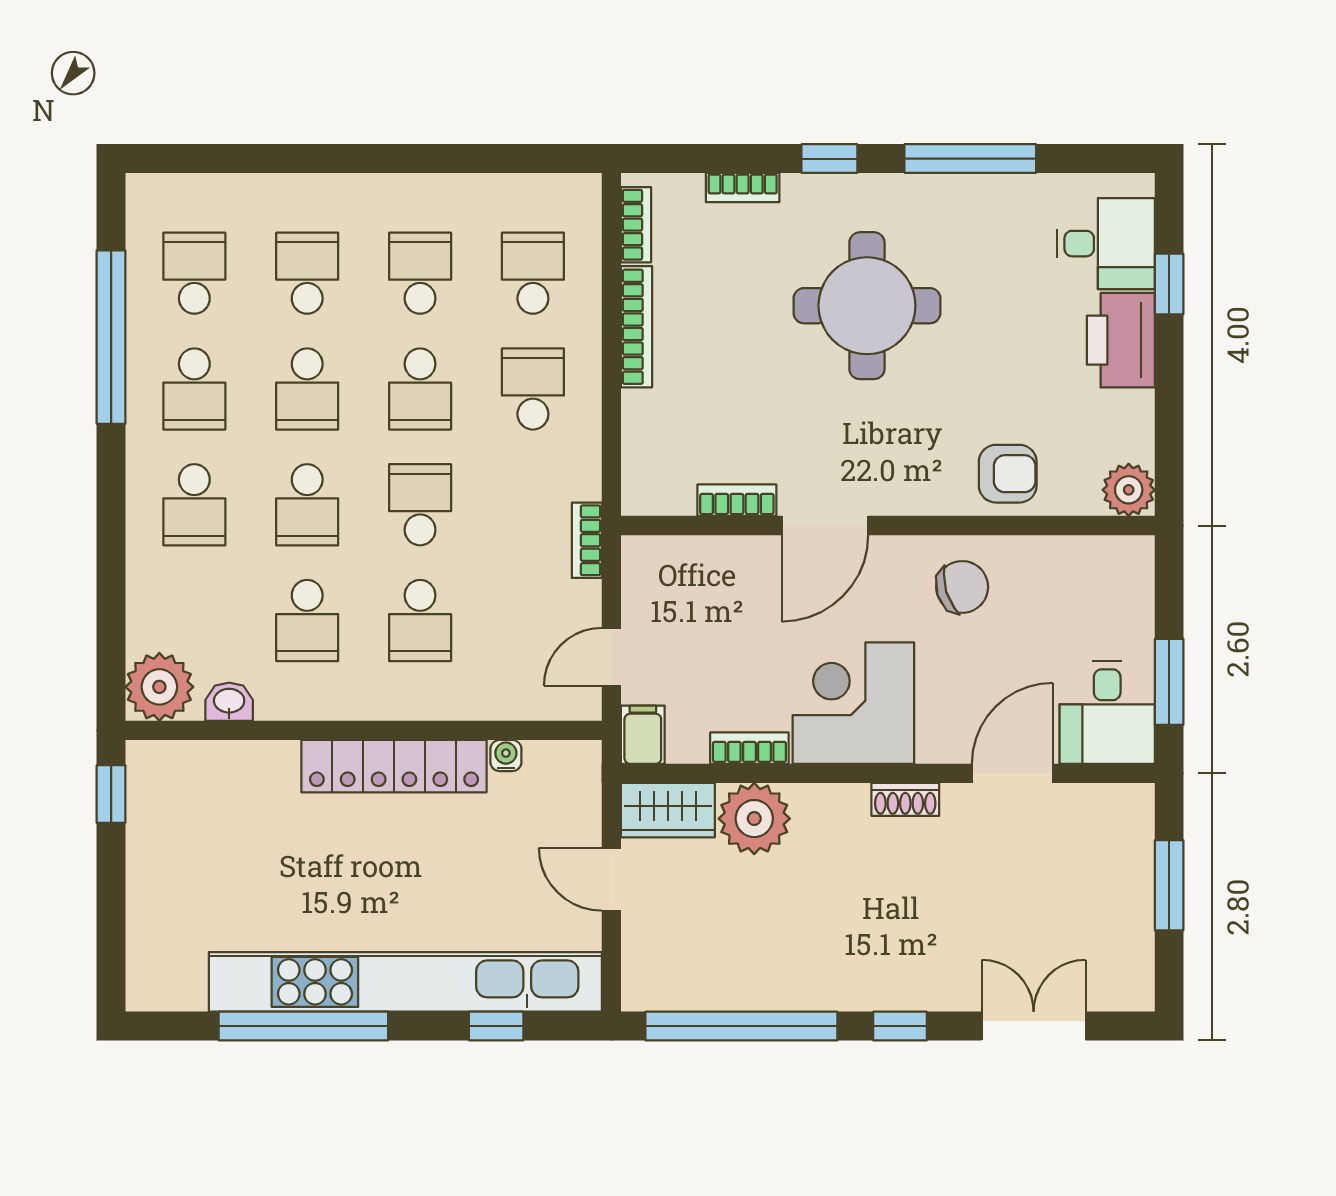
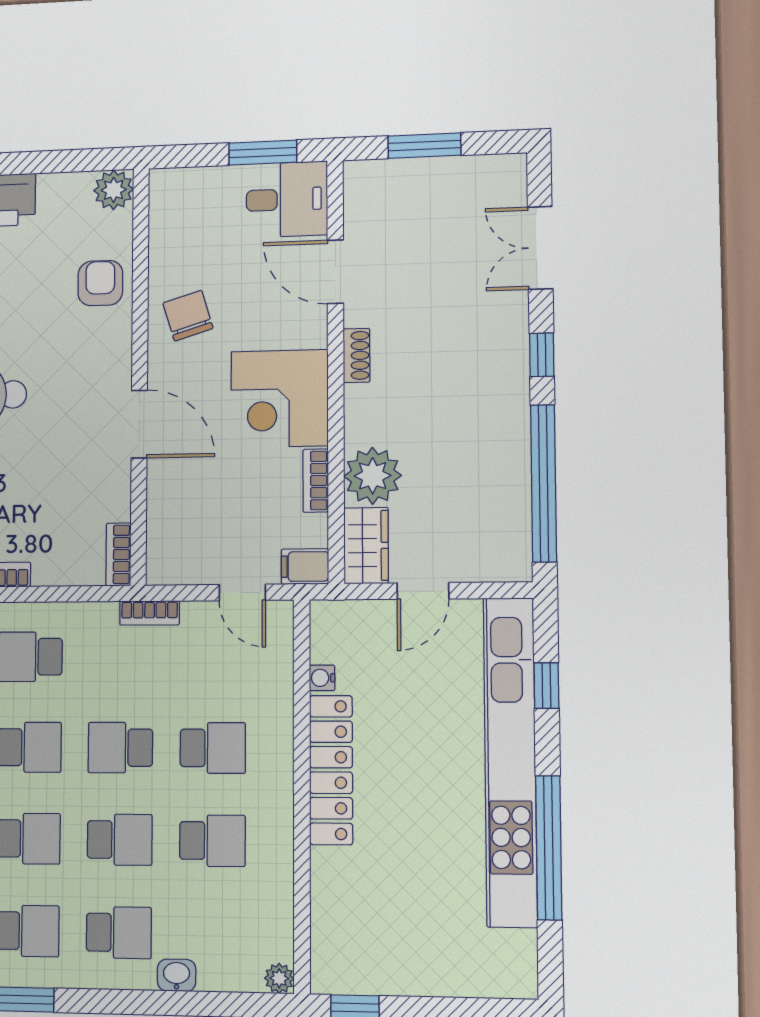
bookcase: (737, 500) -> (118, 554), moved
plant: (159, 687) -> (279, 978), width x0.53, depth x0.53
washbasin: (229, 702) -> (177, 975), moved, turned 90

